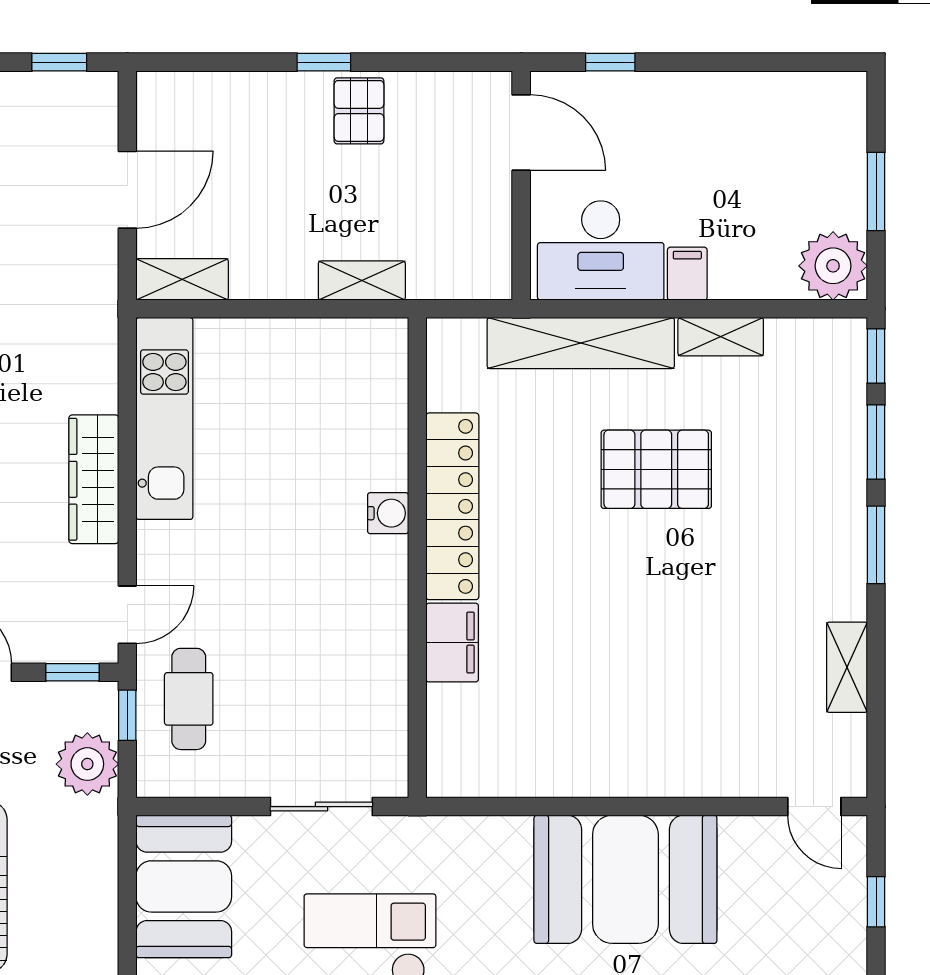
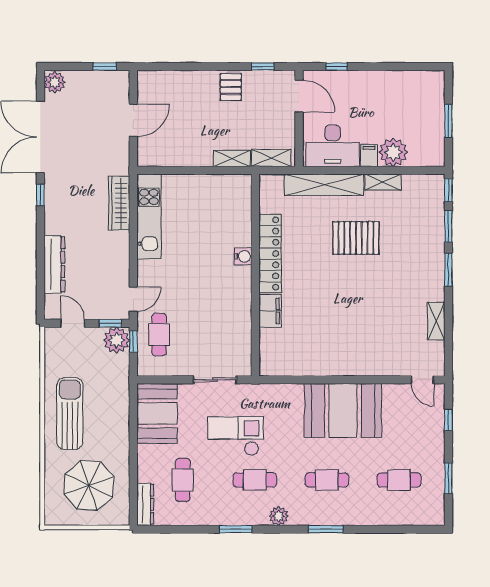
window: (324, 62) -> (263, 67), moved
plant: (833, 266) -> (393, 152), moved
shelving: (182, 279) -> (271, 158), moved
wardrobe: (94, 479) -> (119, 203), moved
plant: (87, 764) -> (116, 340), moved

